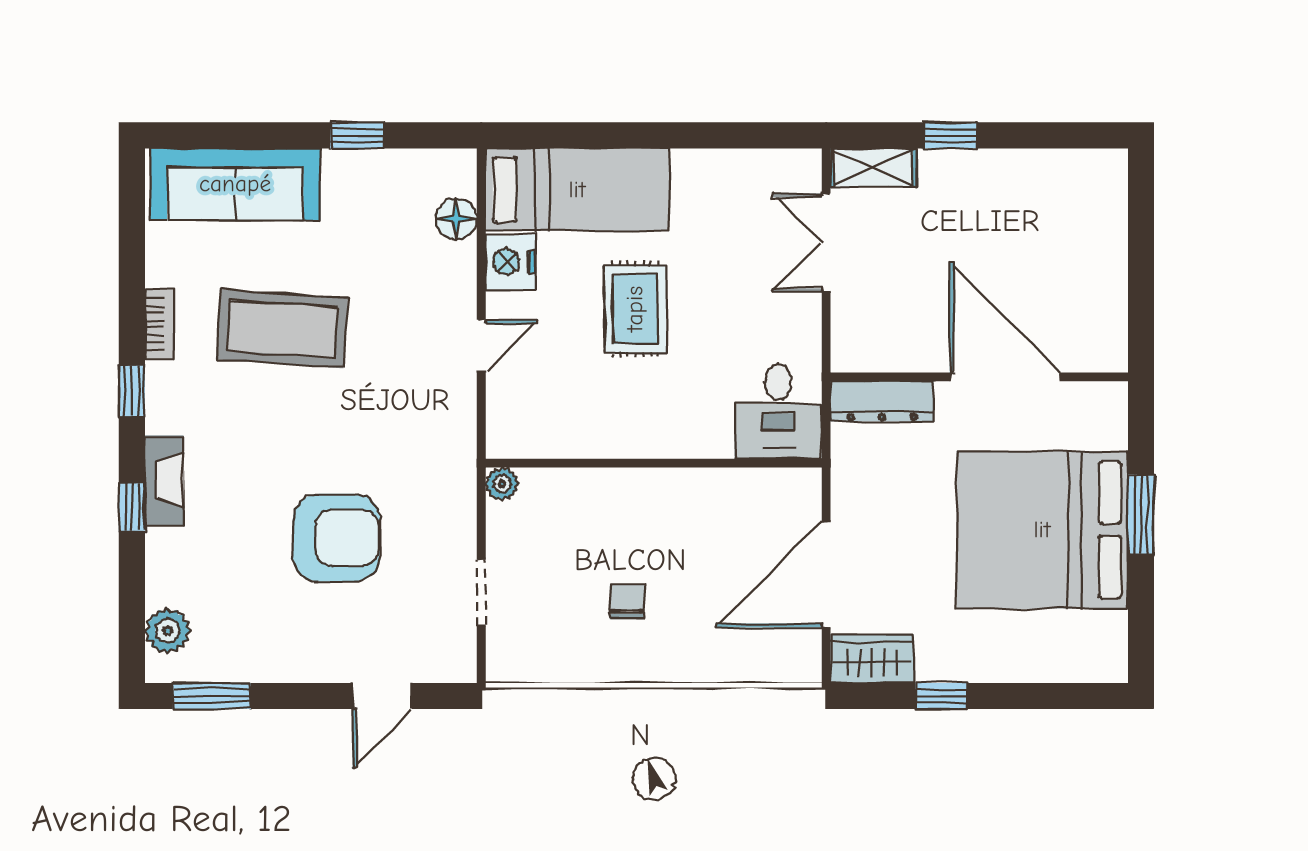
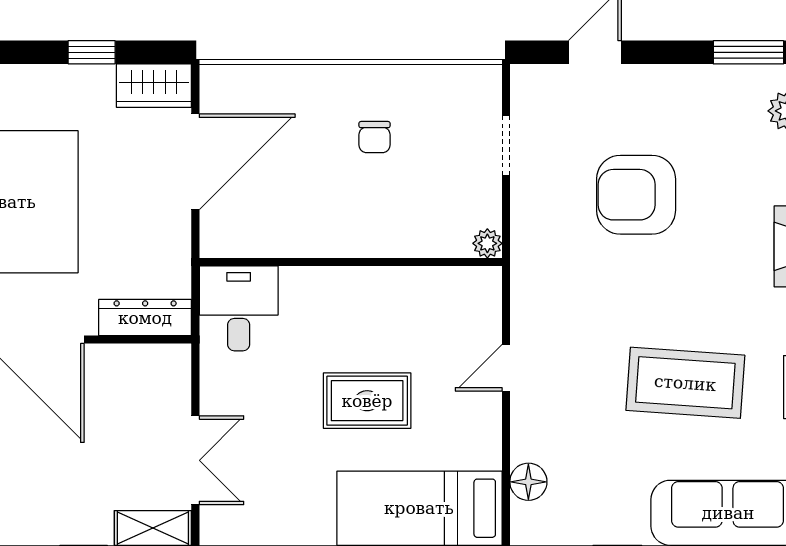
nightstand: (510, 262) -> (480, 443), removed
rug: (635, 309) -> (367, 401), turned 90

